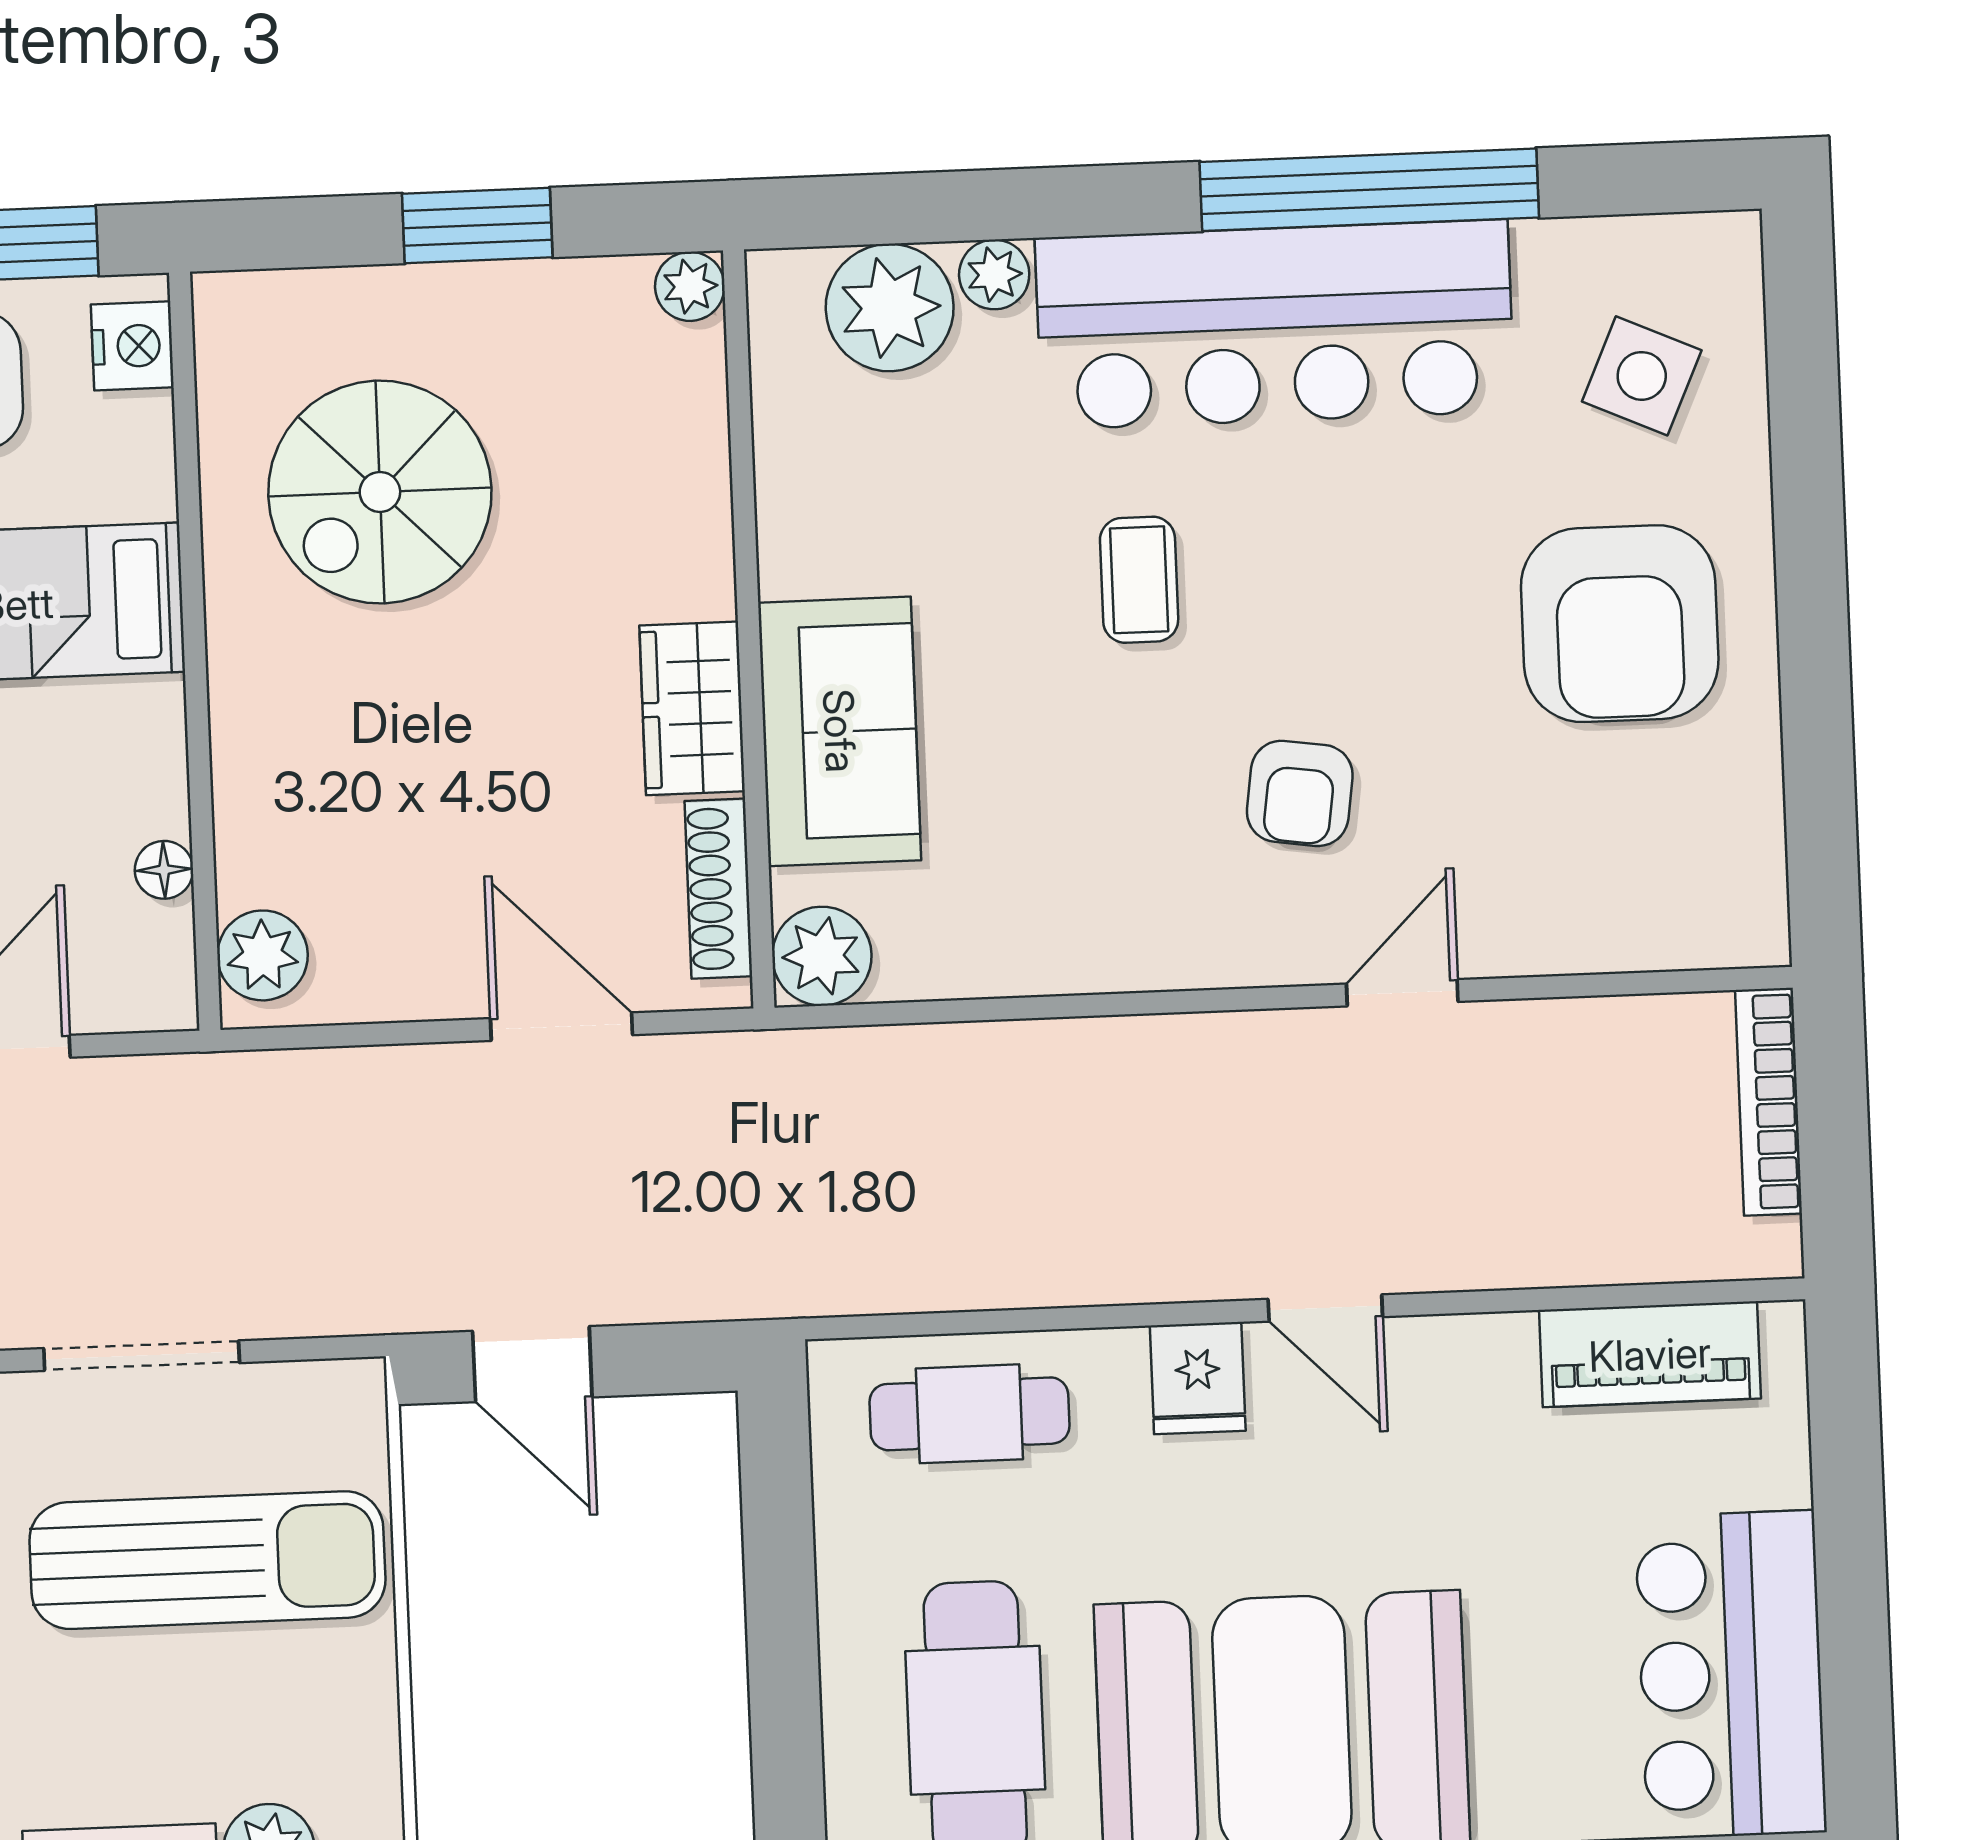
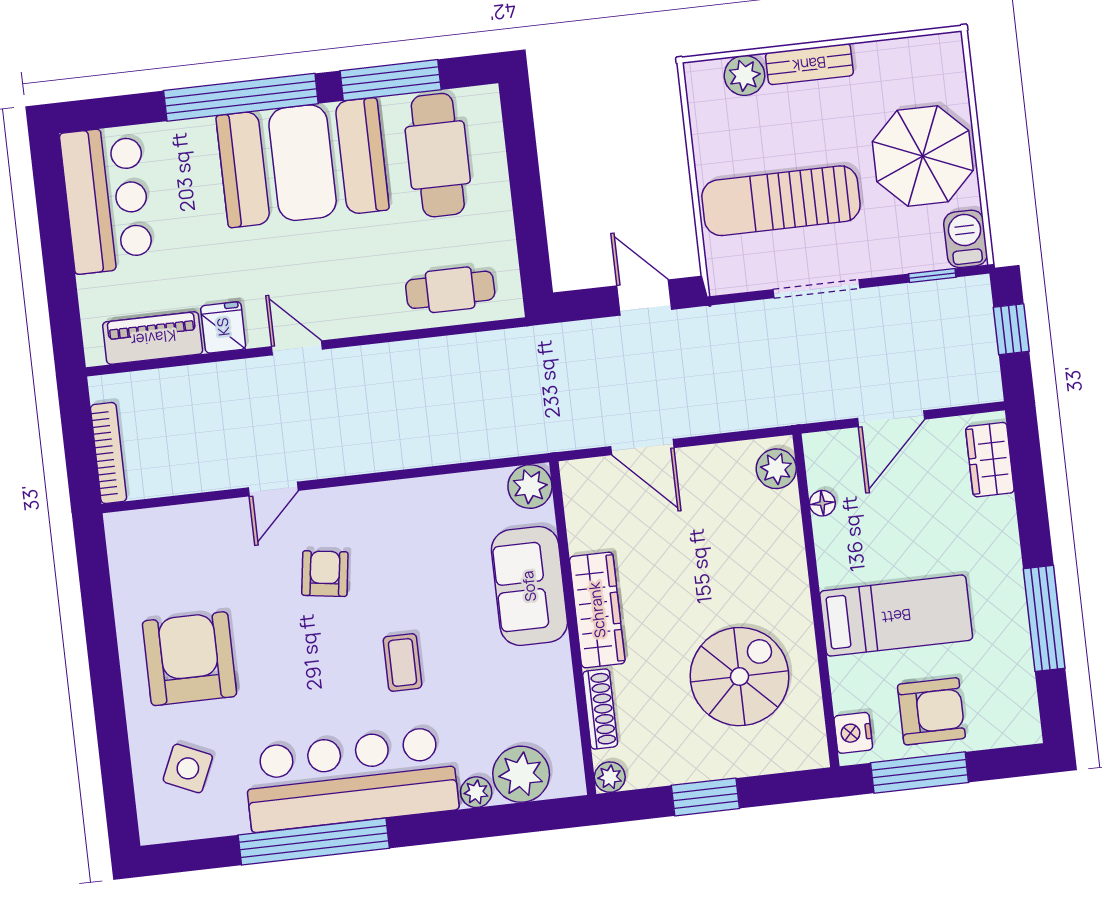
wardrobe: (692, 708) -> (597, 610), width x1.50
shoe rack: (718, 889) -> (600, 709), moved
fridge: (1198, 1378) -> (223, 327), moved

